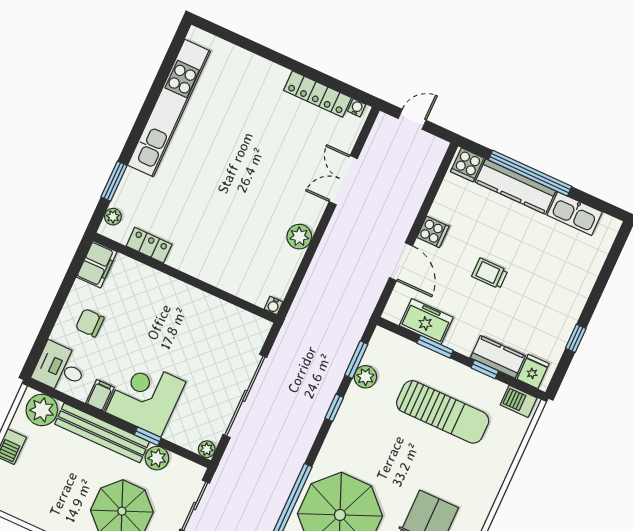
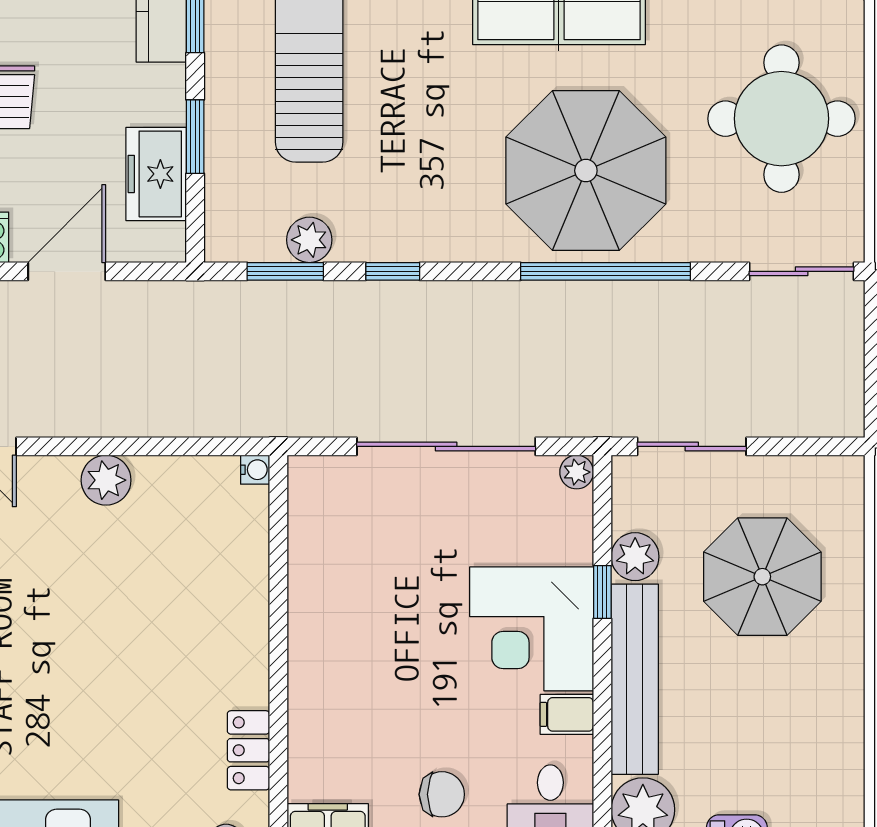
chair: (90, 323) -> (442, 794), turned -90

